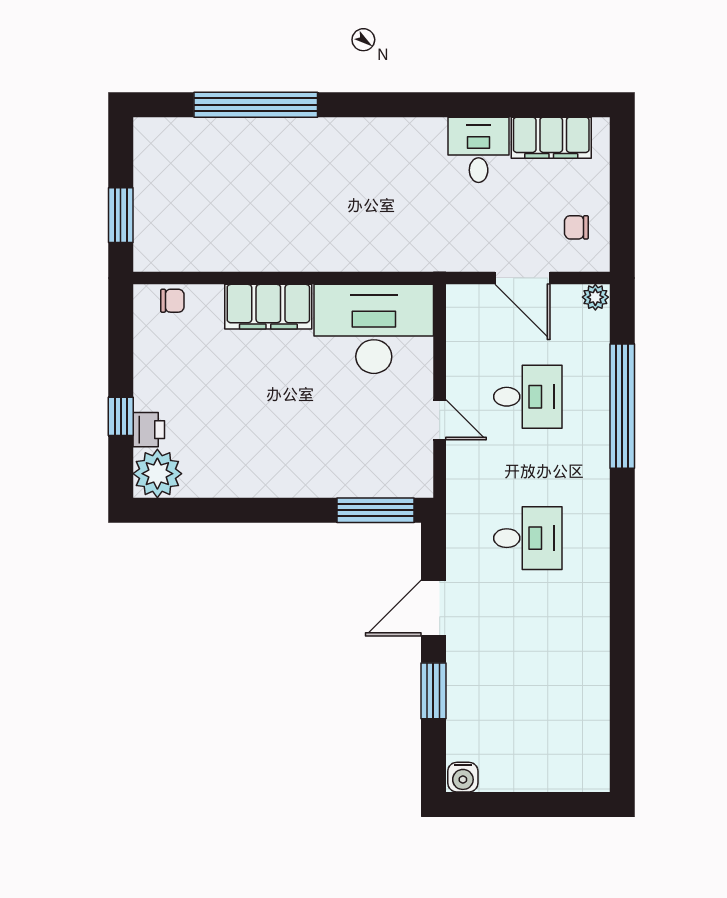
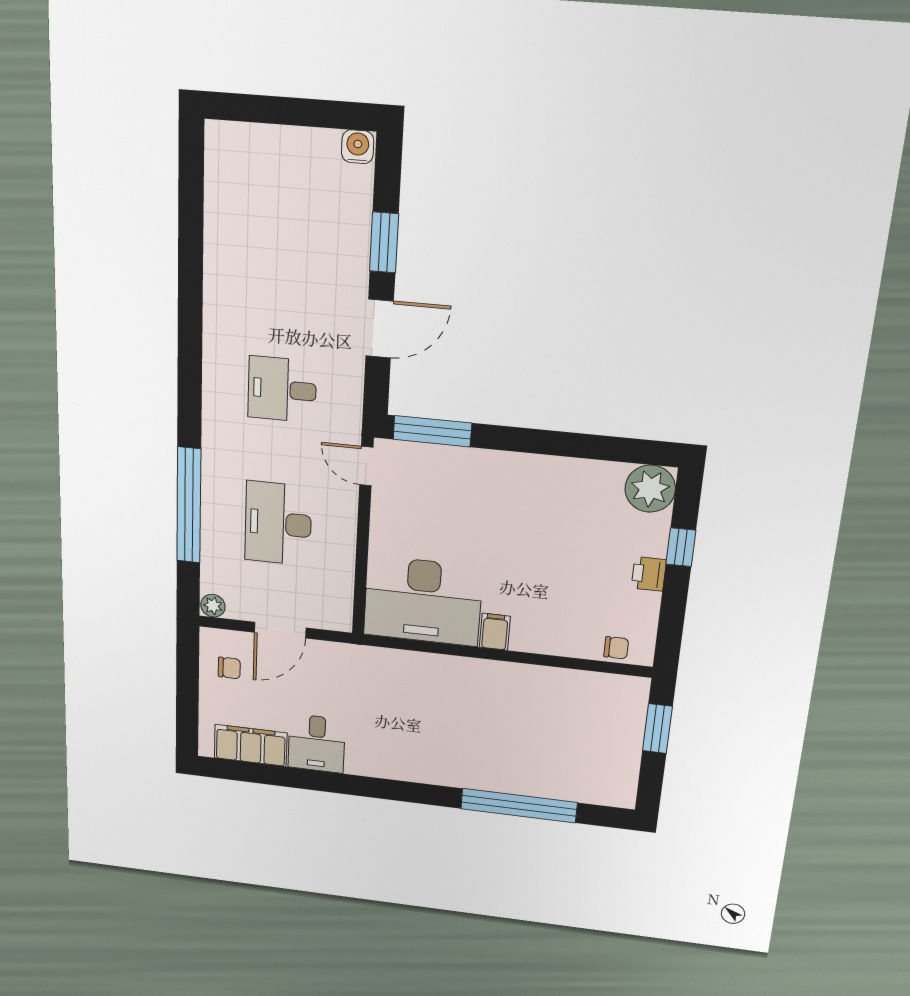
door: (522, 278) -> (280, 630), swing flipped
chair: (172, 301) -> (616, 648), turned 180
filing cabinet: (268, 307) -> (495, 632), width x0.33, depth x0.86
desk: (528, 397) -> (278, 523), width x1.37
door: (440, 420) -> (366, 466), moved
printer: (149, 430) -> (649, 574), moved

